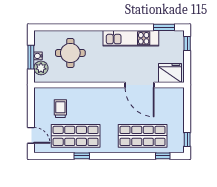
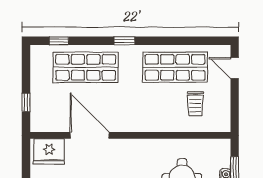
plant: (41, 68) -> (221, 158), removed
window: (187, 140) -> (26, 102), moved
window: (82, 156) -> (124, 41), moved

